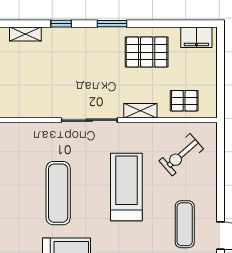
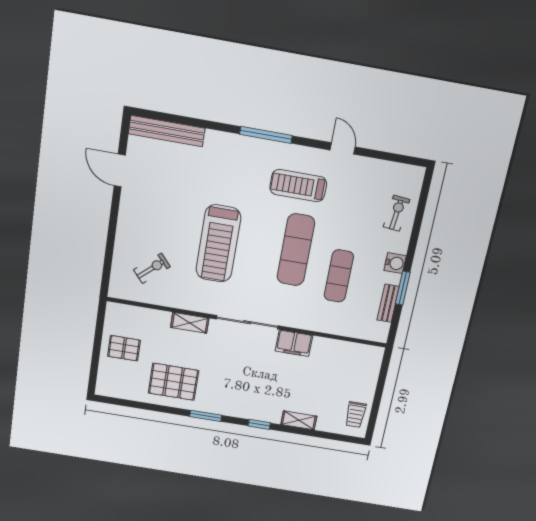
filing cabinet: (196, 37) -> (294, 343), moved, turned 180
pallet: (184, 101) -> (124, 348), moved
exercise bike: (181, 155) -> (152, 268), width x0.73, depth x0.72
exercise mat: (185, 224) -> (339, 276), moved

